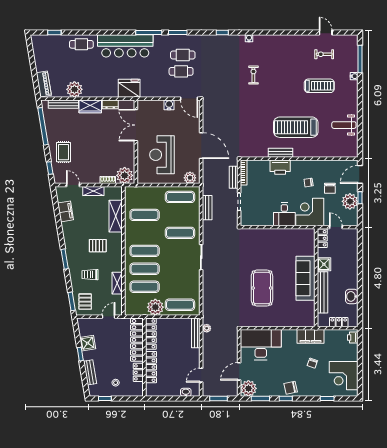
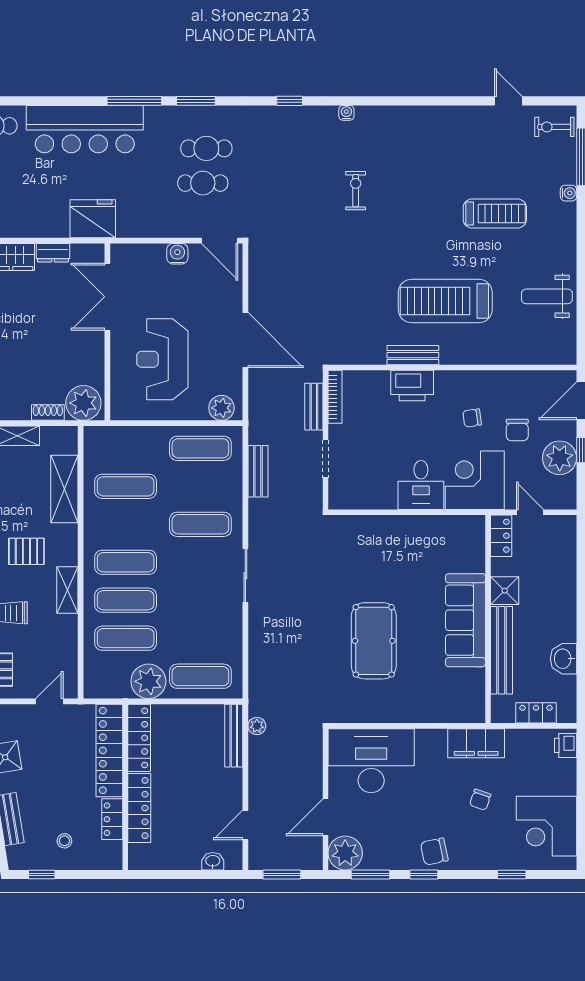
exercise bike: (324, 54) -> (554, 127), moved
shelving: (117, 283) -> (67, 590), moved

